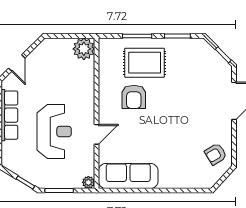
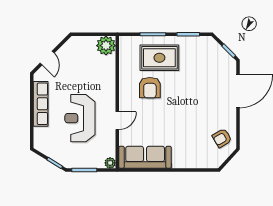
reception desk: (54, 132) -> (80, 118), turned 180

